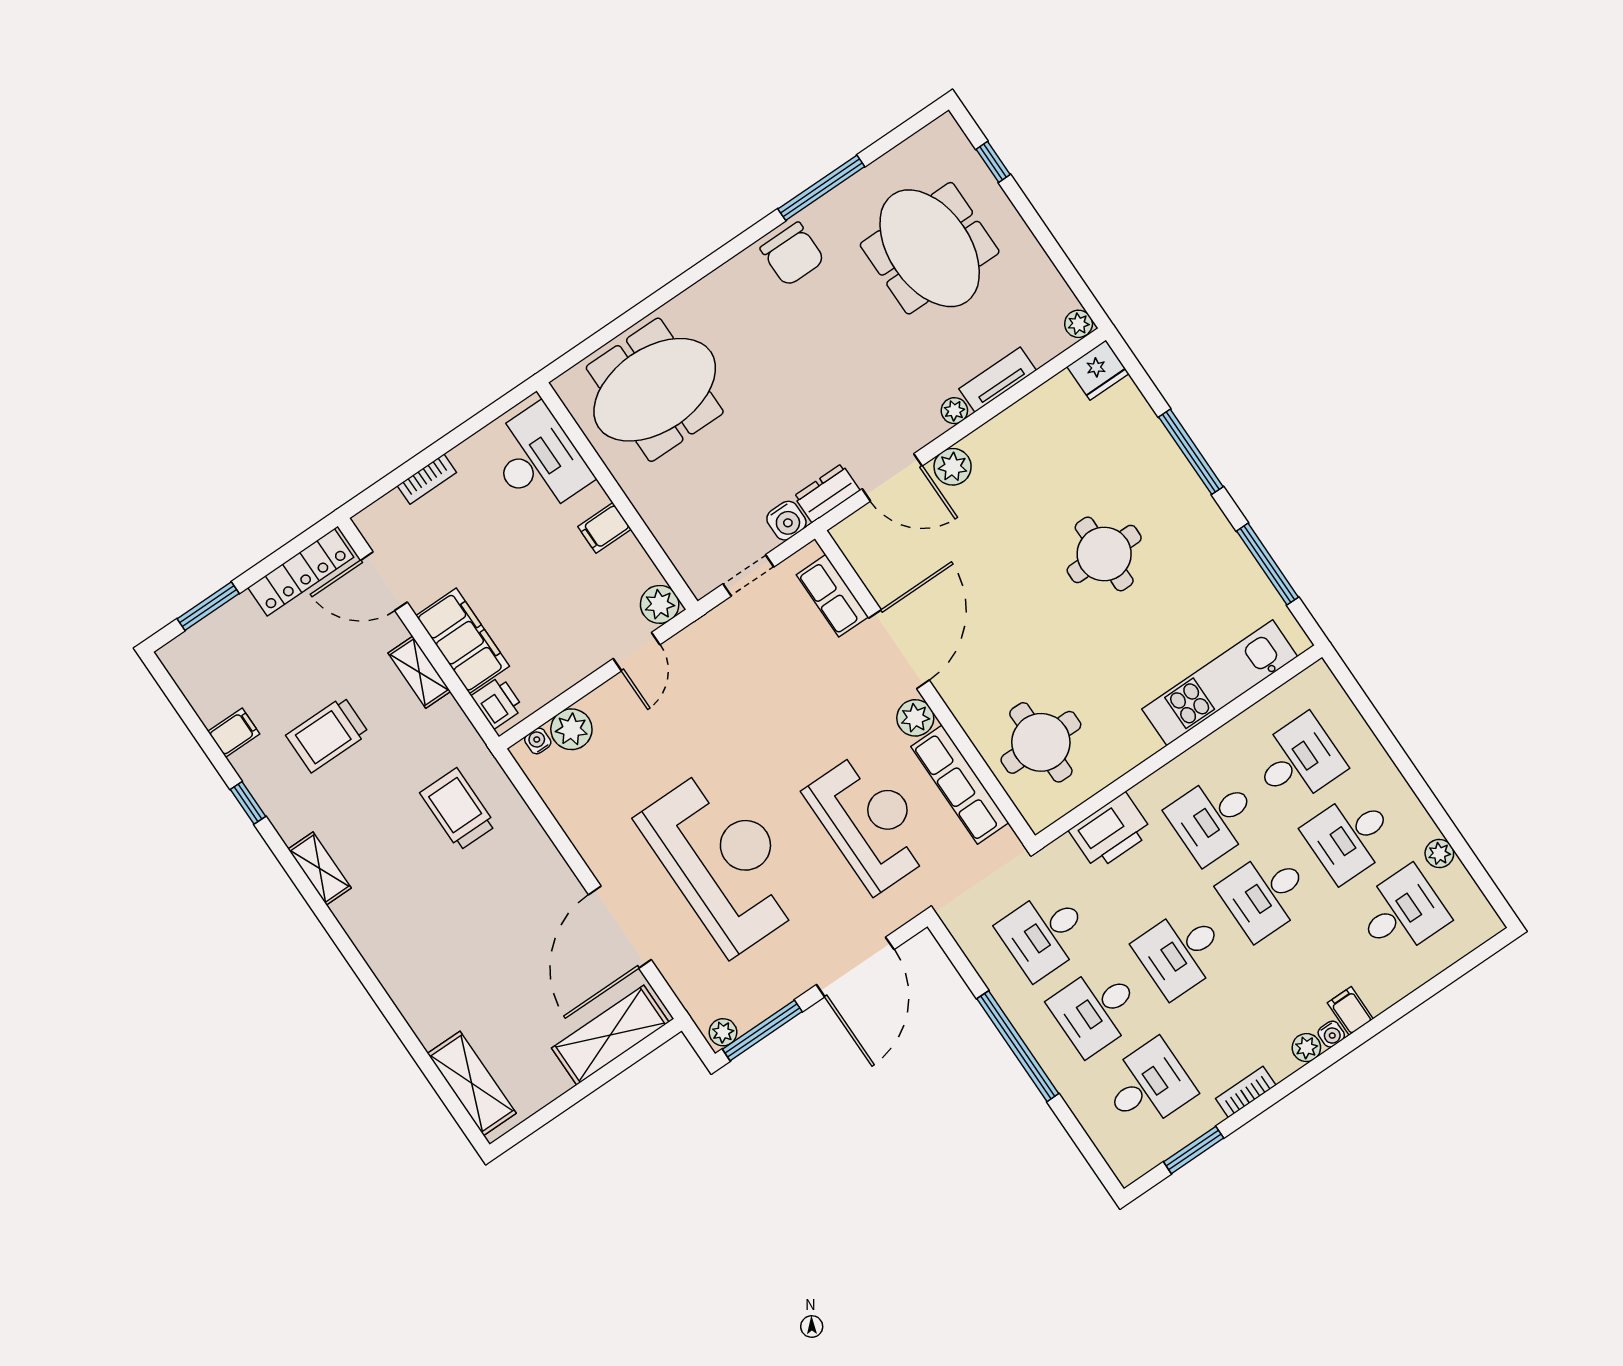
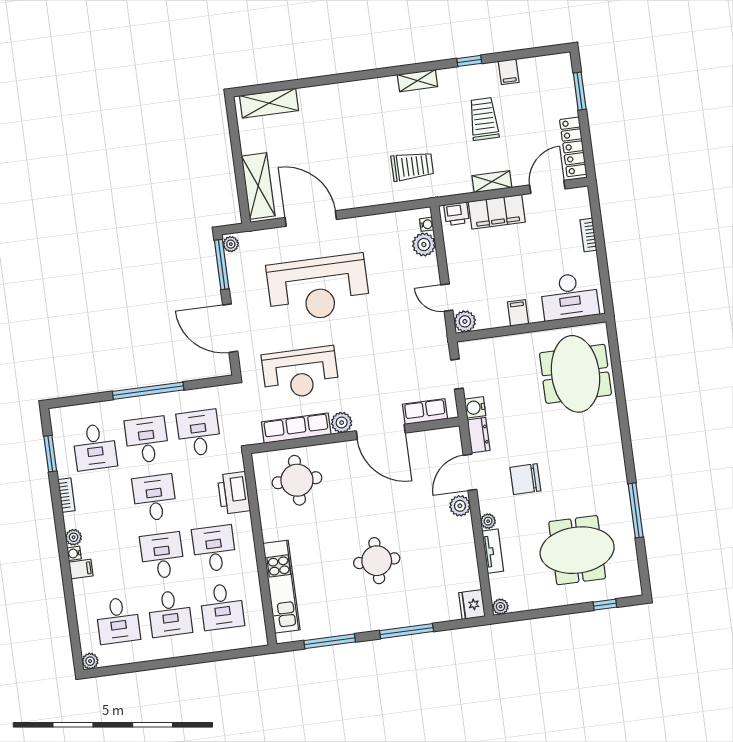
chair: (792, 254) -> (525, 479), moved
desk: (1350, 836) -> (170, 613), turned 180
plant: (1439, 854) -> (90, 661), moved

